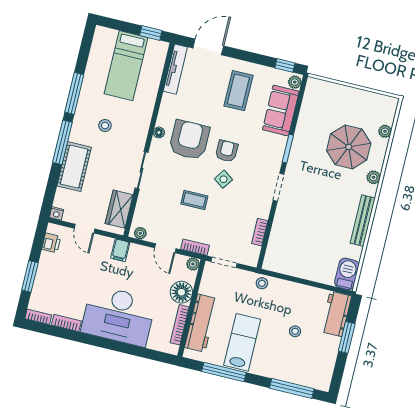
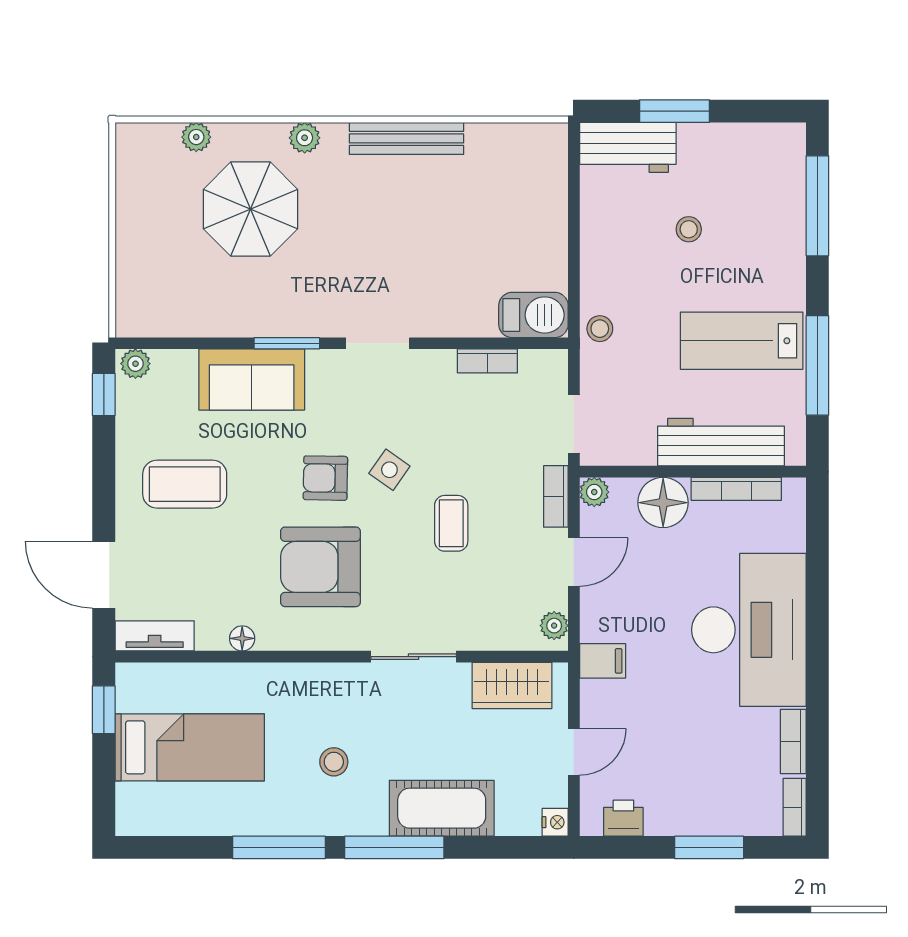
tv unit: (175, 69) -> (155, 636), width x0.71
sofa: (281, 111) -> (252, 380), moved
floor lamp: (159, 132) -> (242, 638), moved
barbecue: (347, 274) -> (533, 315), moved, turned 180

